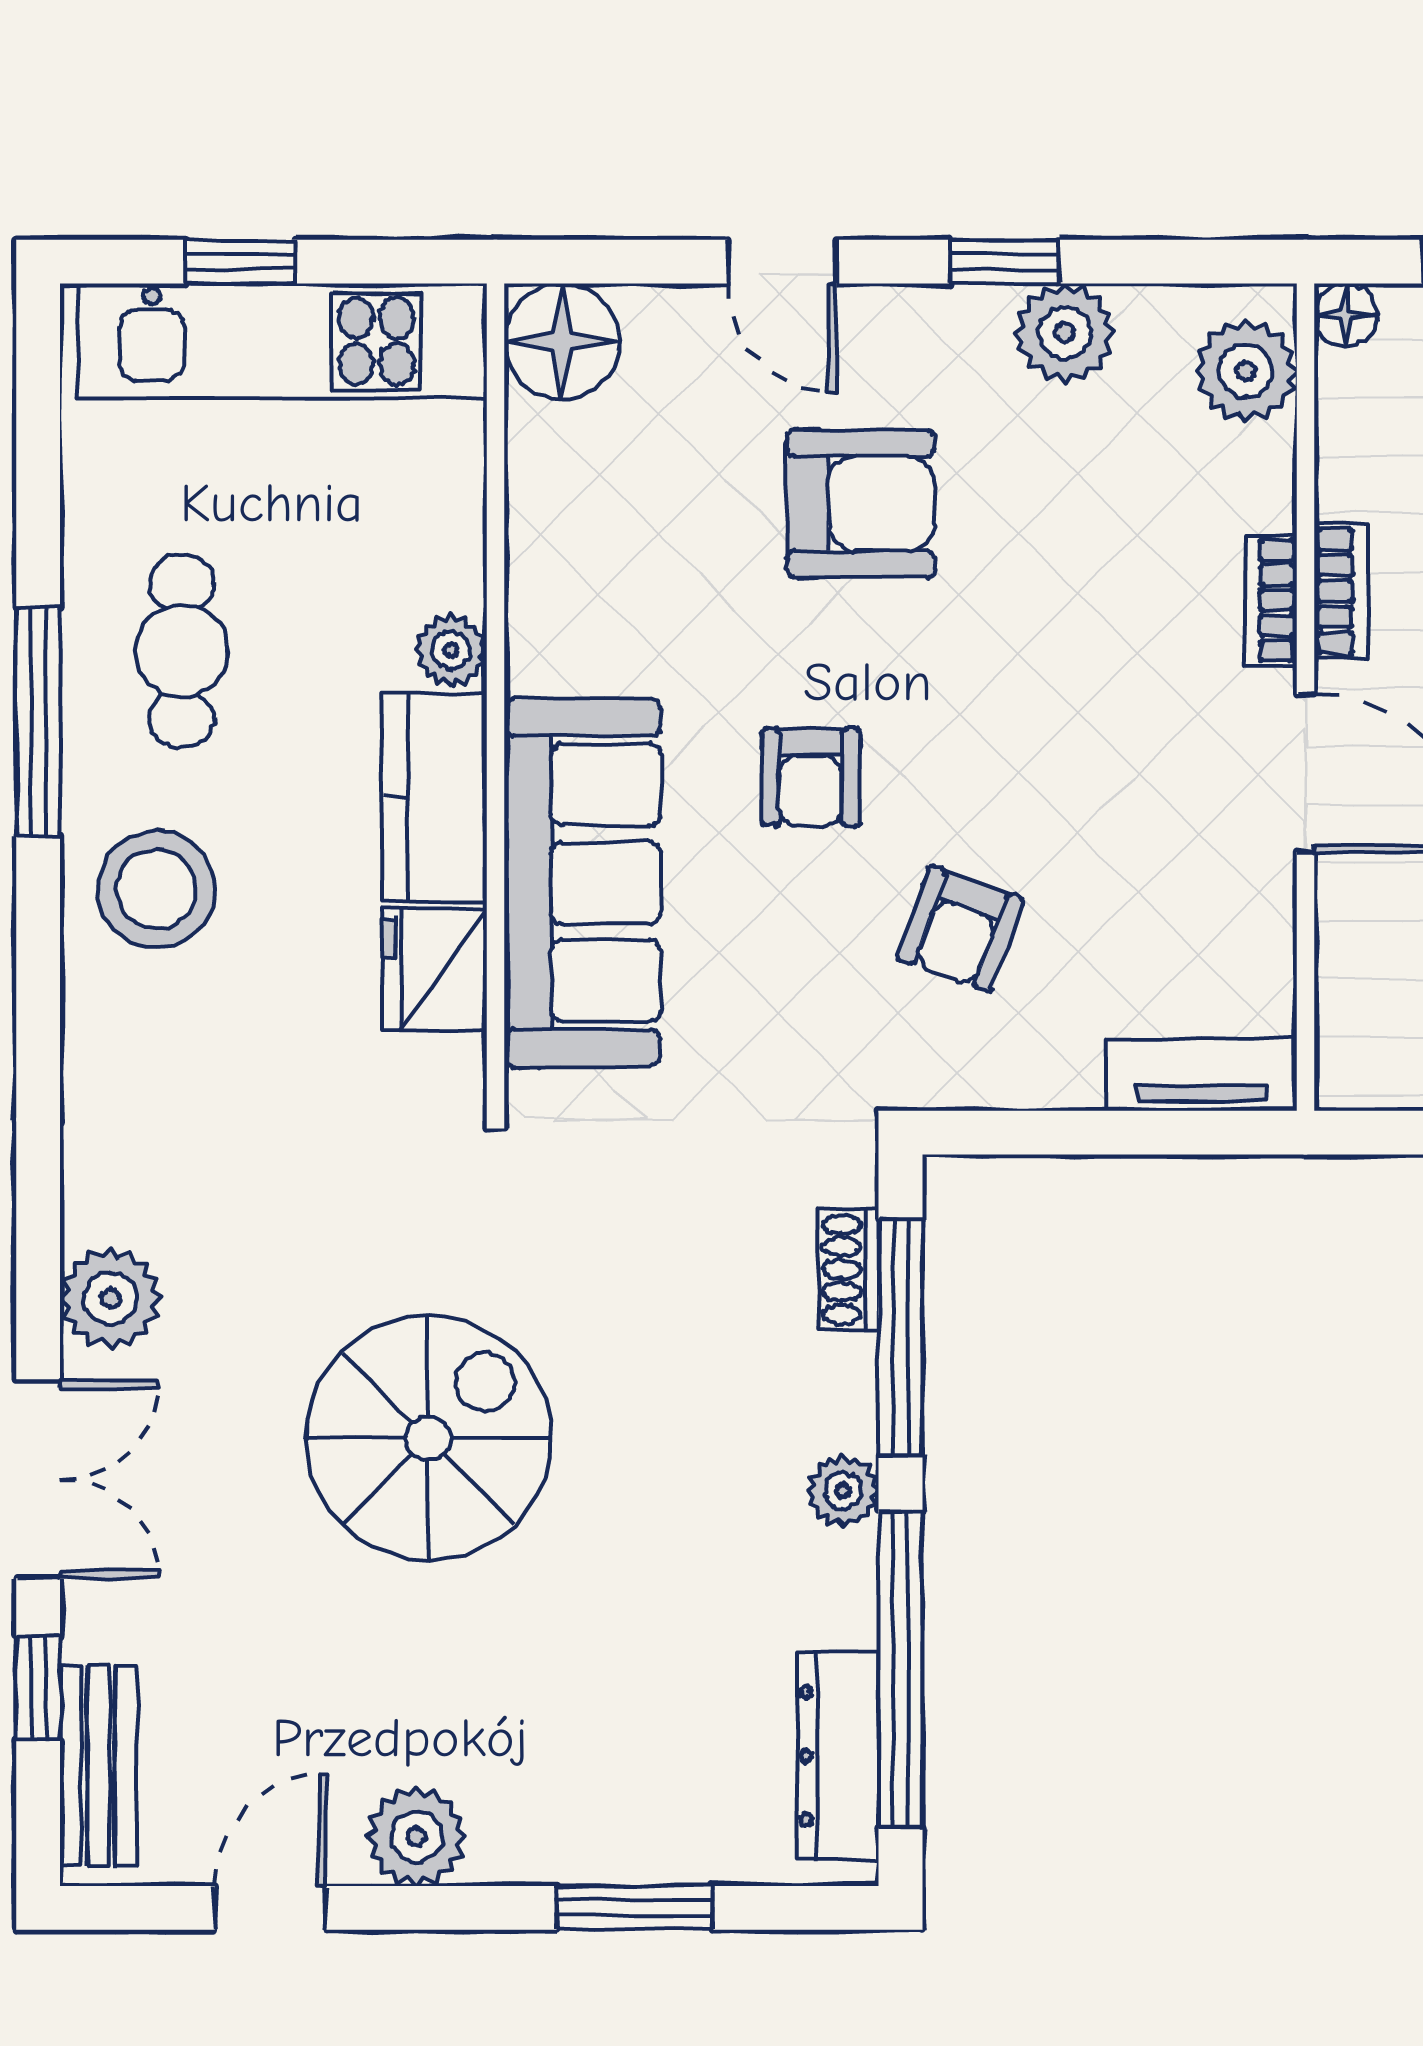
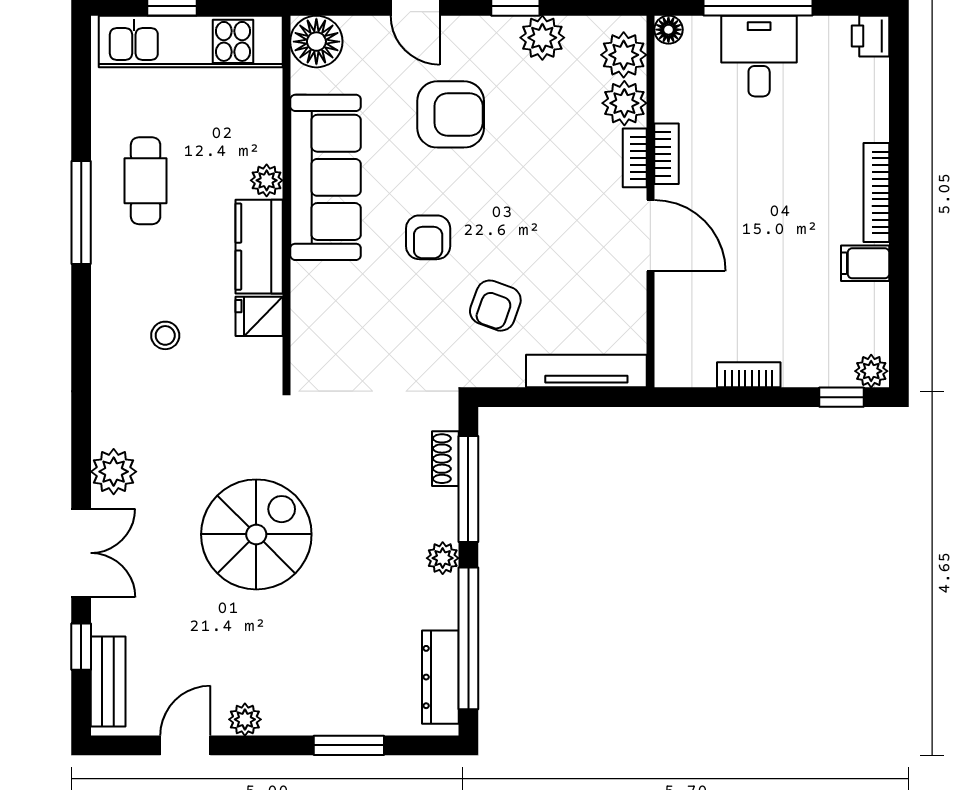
plant: (1247, 478) -> (624, 103), added
sofa: (582, 883) -> (326, 177), moved
stool: (156, 889) -> (165, 335), moved, width x0.53, depth x0.53
fridge: (435, 970) -> (259, 316), width x0.72
tv unit: (1202, 1075) -> (586, 371), width x1.41
plant: (416, 1837) -> (245, 719), width x0.73, depth x0.73

